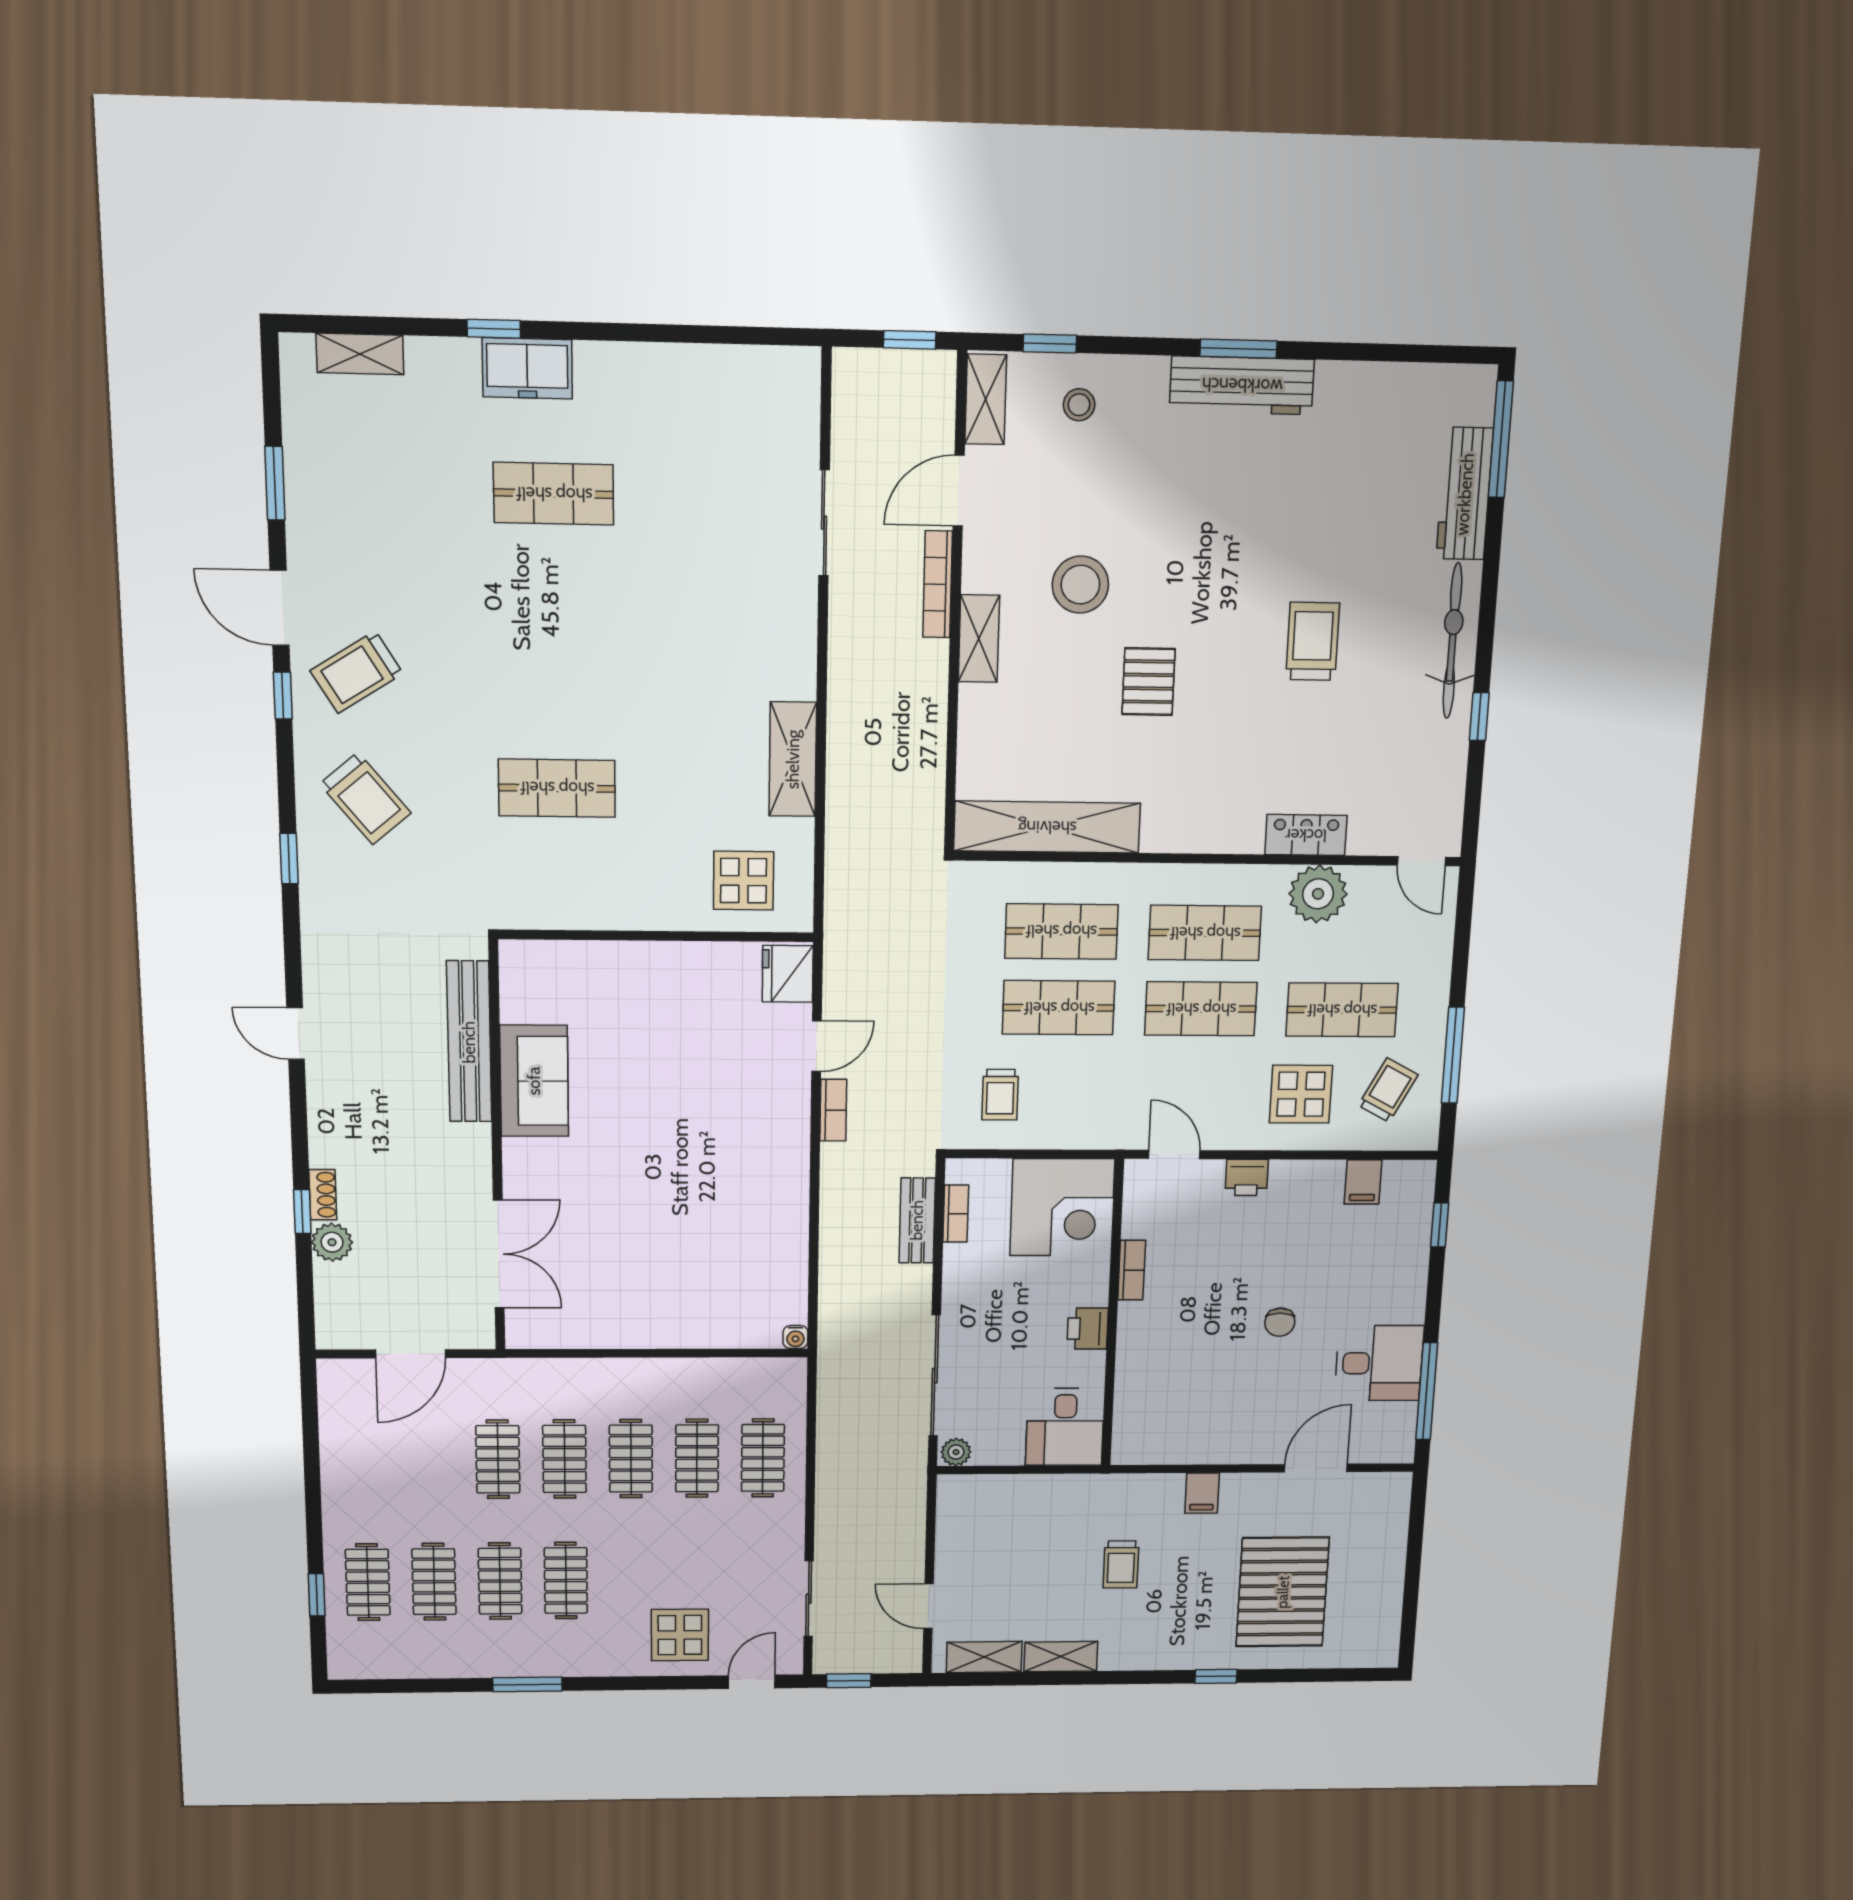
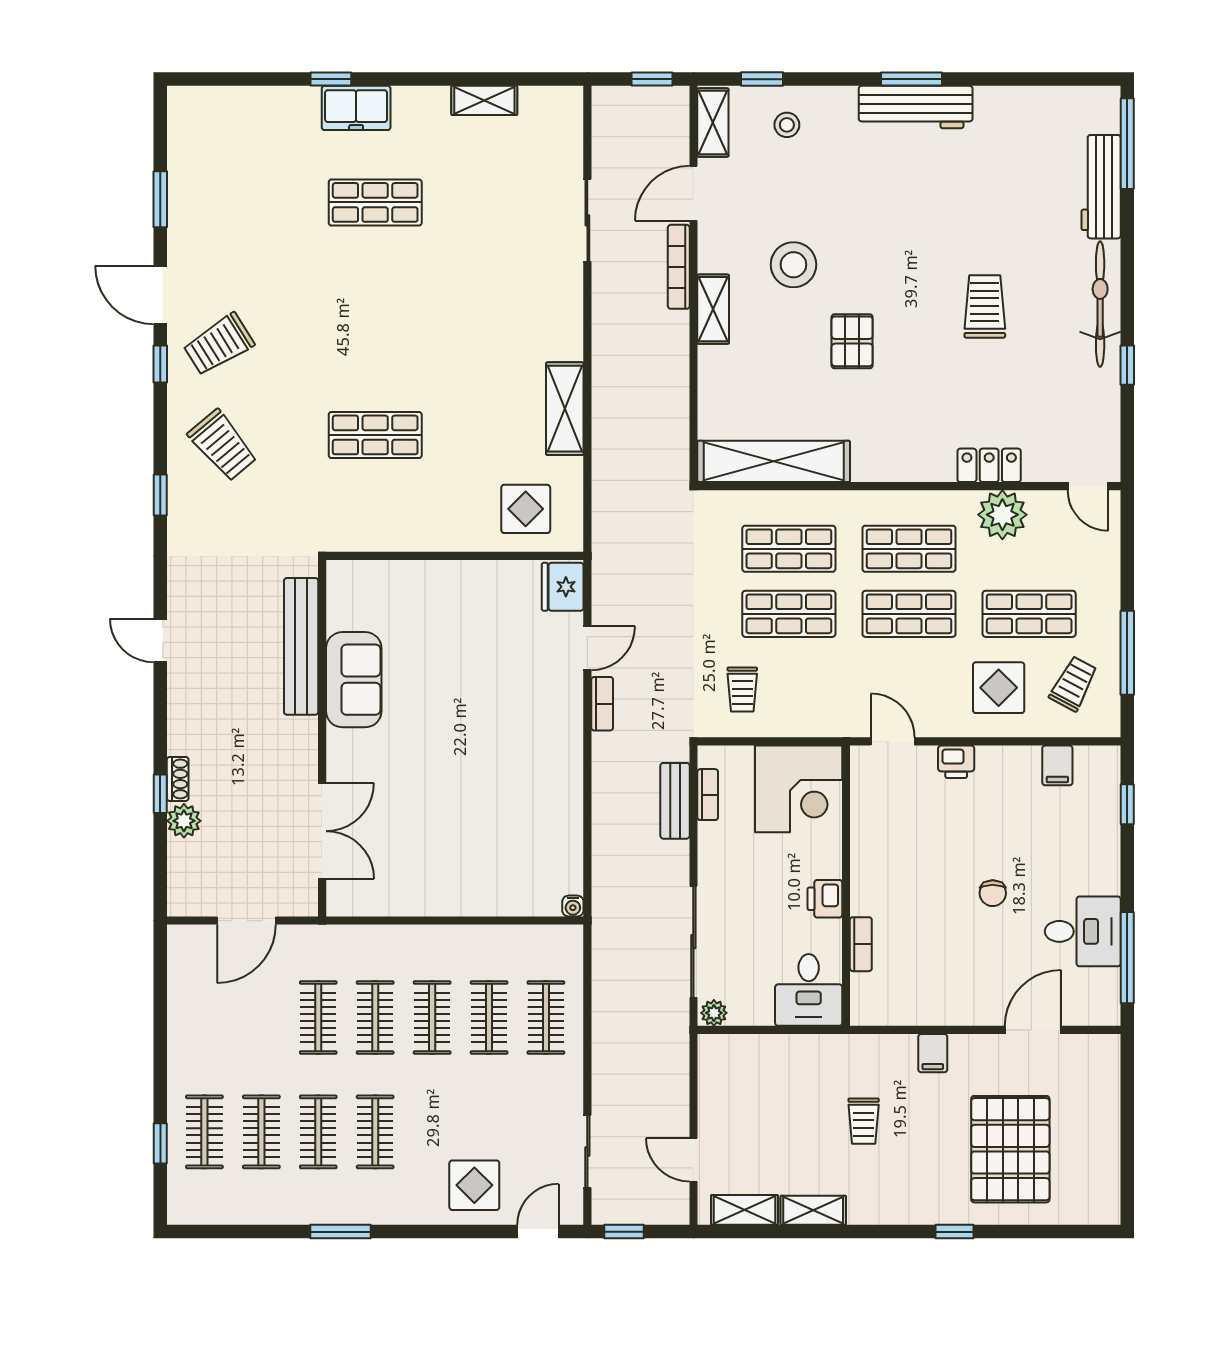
shelving: (360, 354) -> (484, 100), moved
bookcase: (1132, 1270) -> (861, 944), moved

